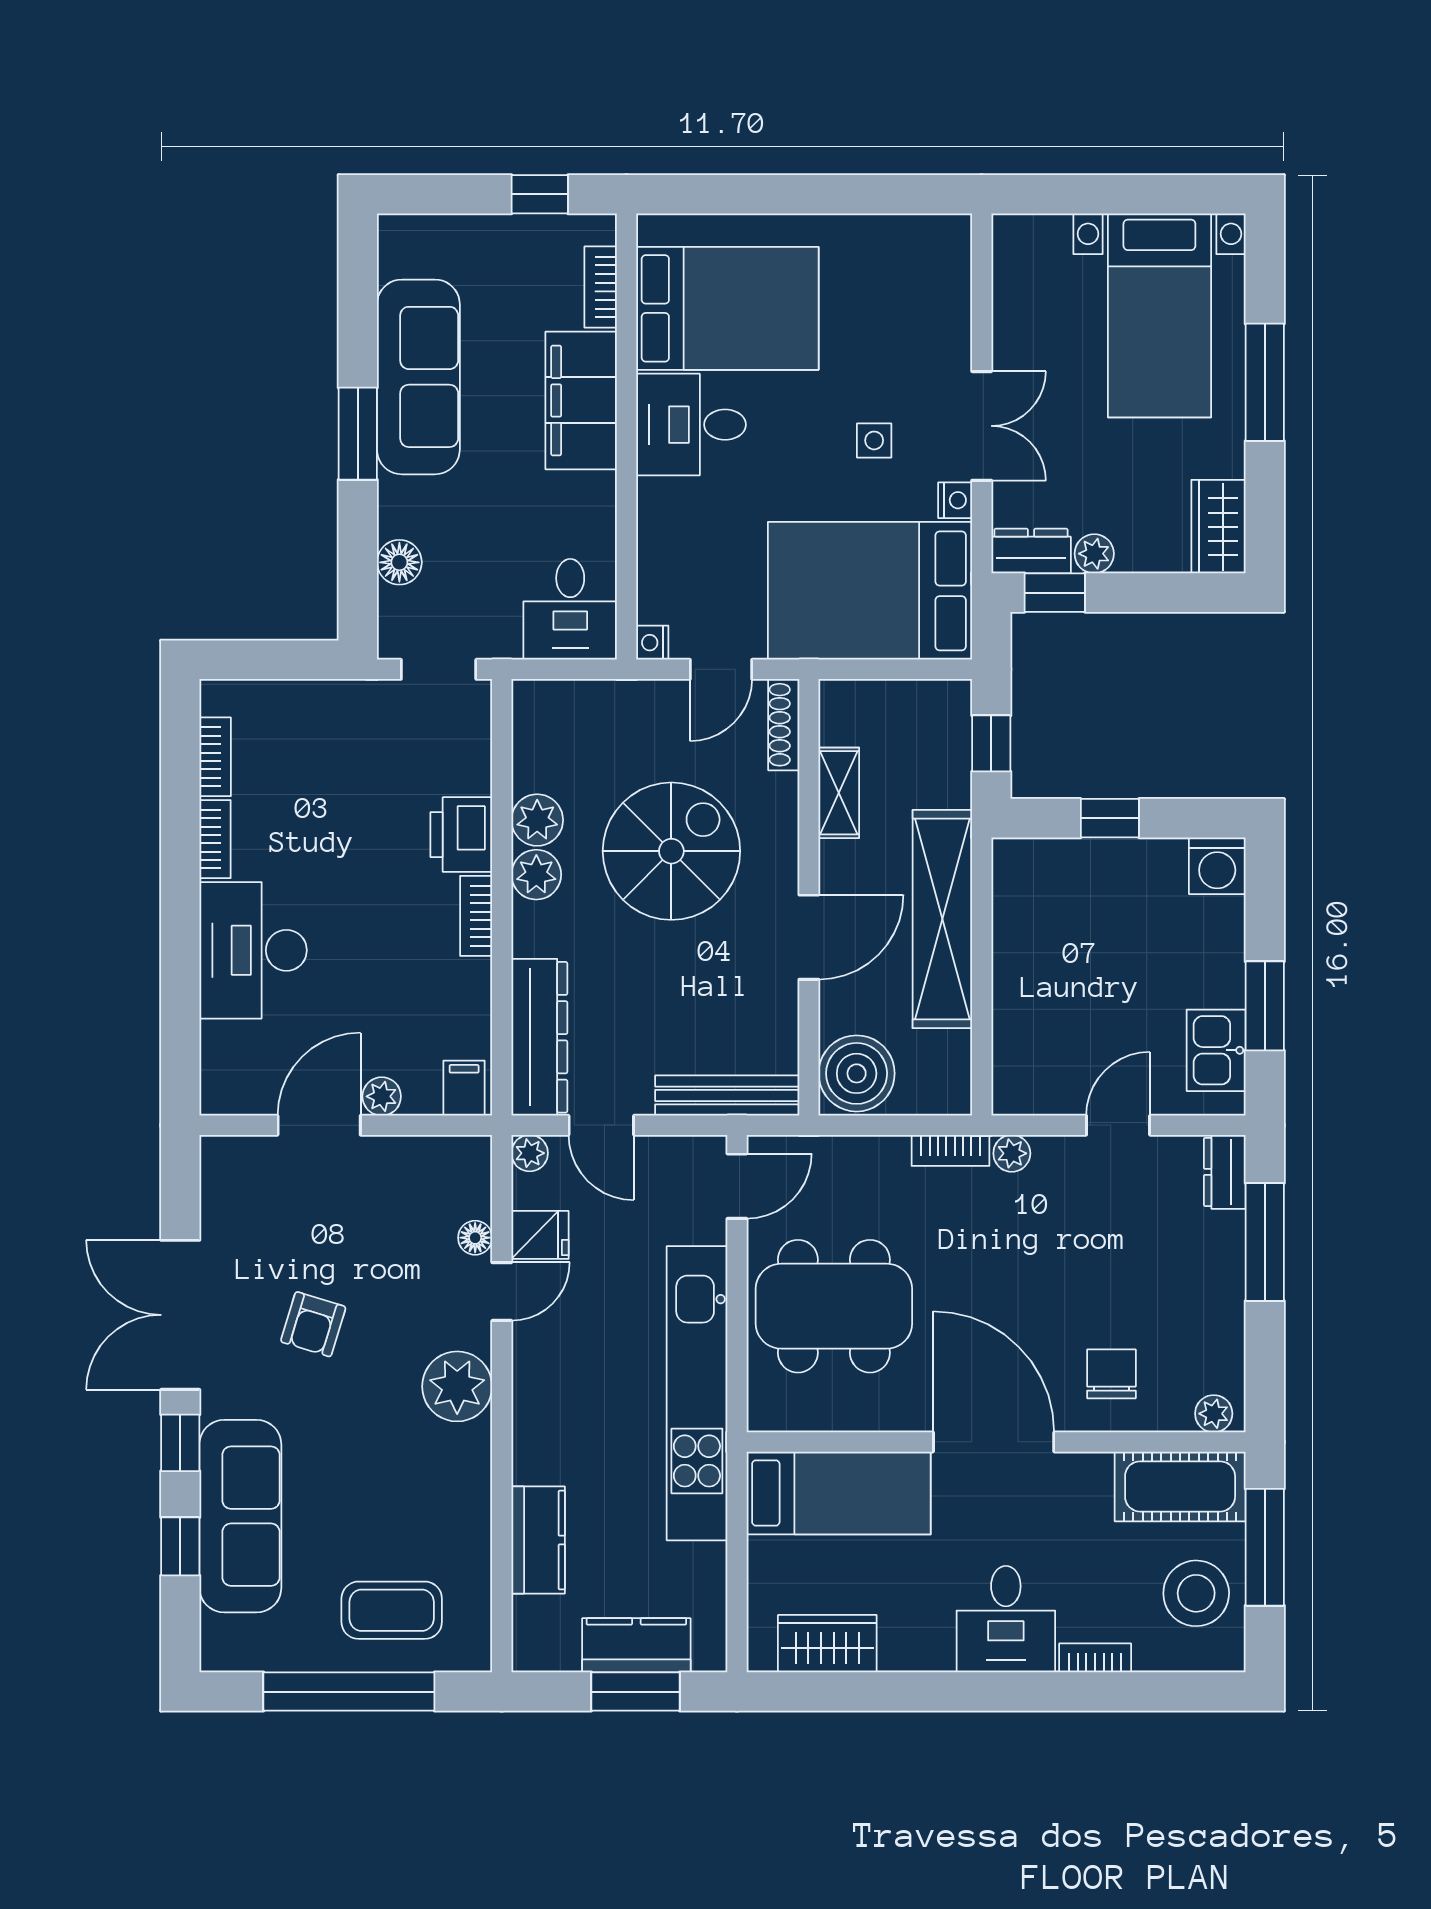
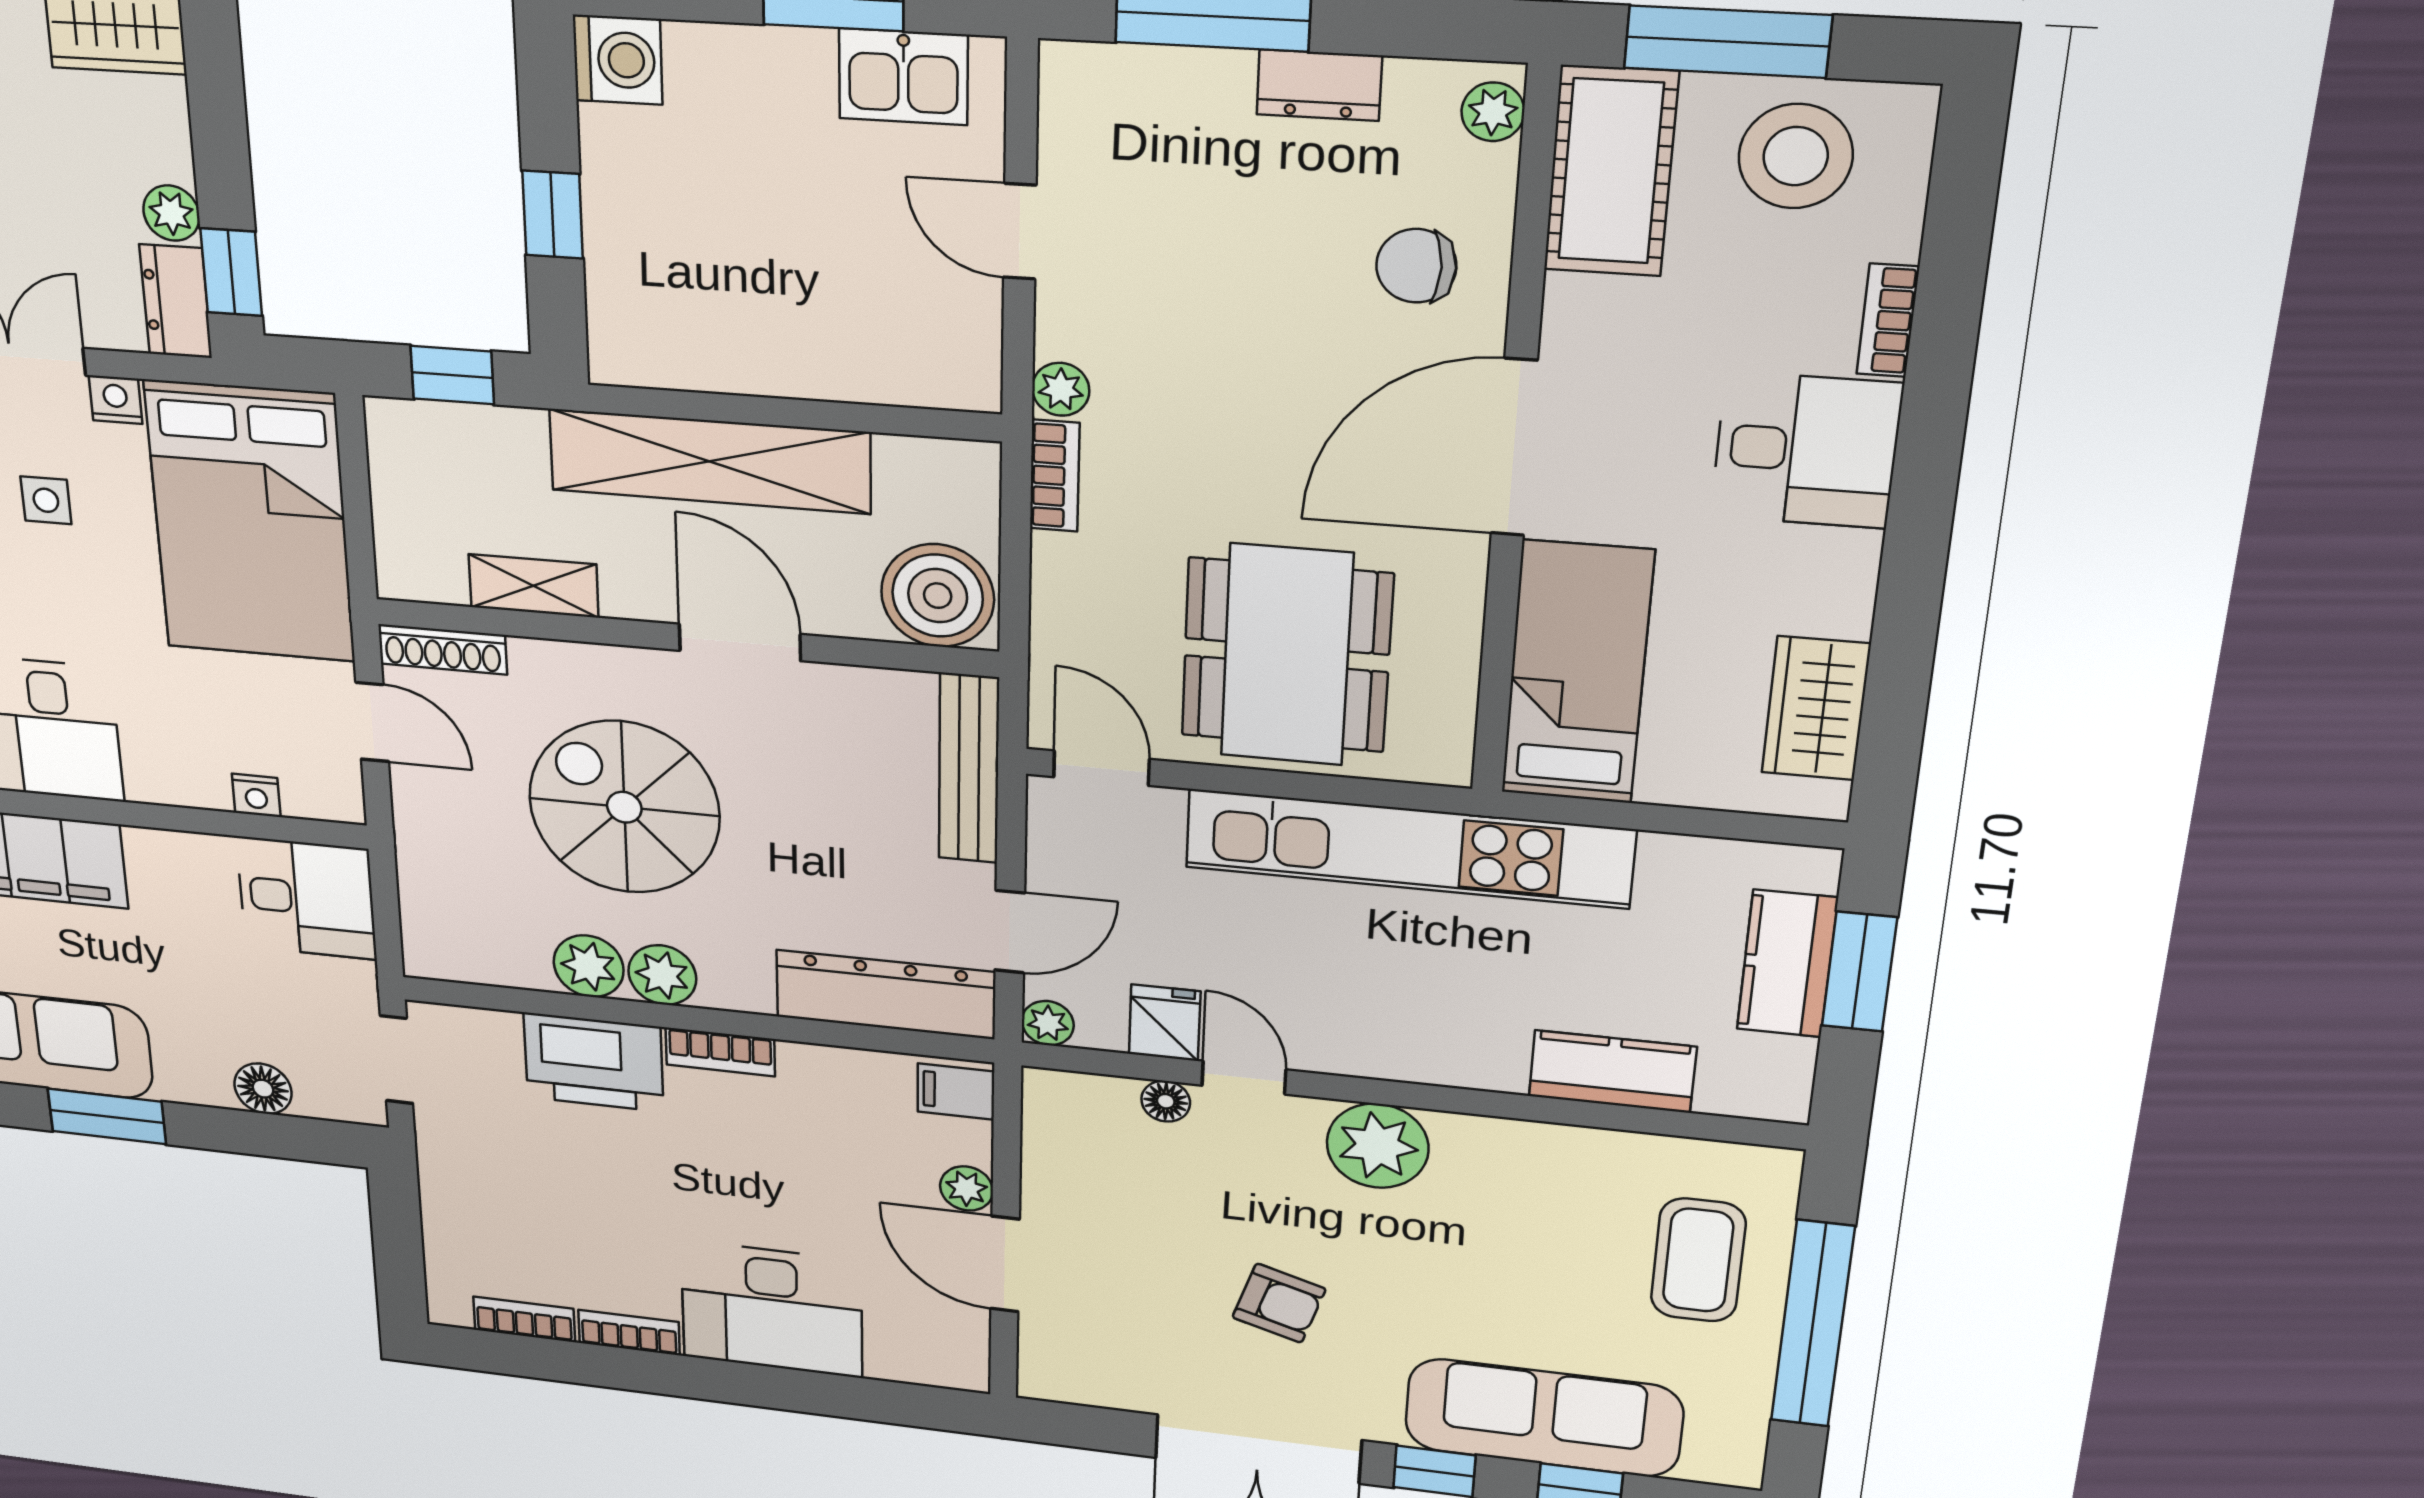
nightstand: (652, 643) -> (256, 795), moved
printer: (461, 835) -> (594, 1062), width x1.37, depth x1.19
dresser: (1225, 1172) -> (1319, 85), moved

